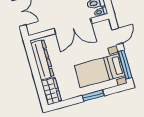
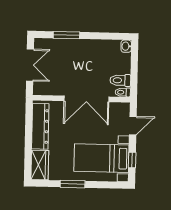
window: (125, 65) -> (132, 160), width x0.46
window: (93, 96) -> (73, 184), moved

